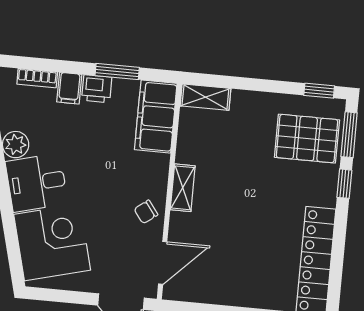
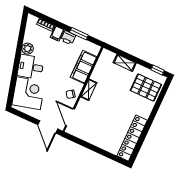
shelving: (205, 97) -> (125, 63), moved
filing cabinet: (156, 117) -> (84, 67), moved
window: (349, 135) -> (163, 92), removed
window: (344, 184) -> (155, 111), removed
door: (163, 263) -> (70, 117), swing flipped

